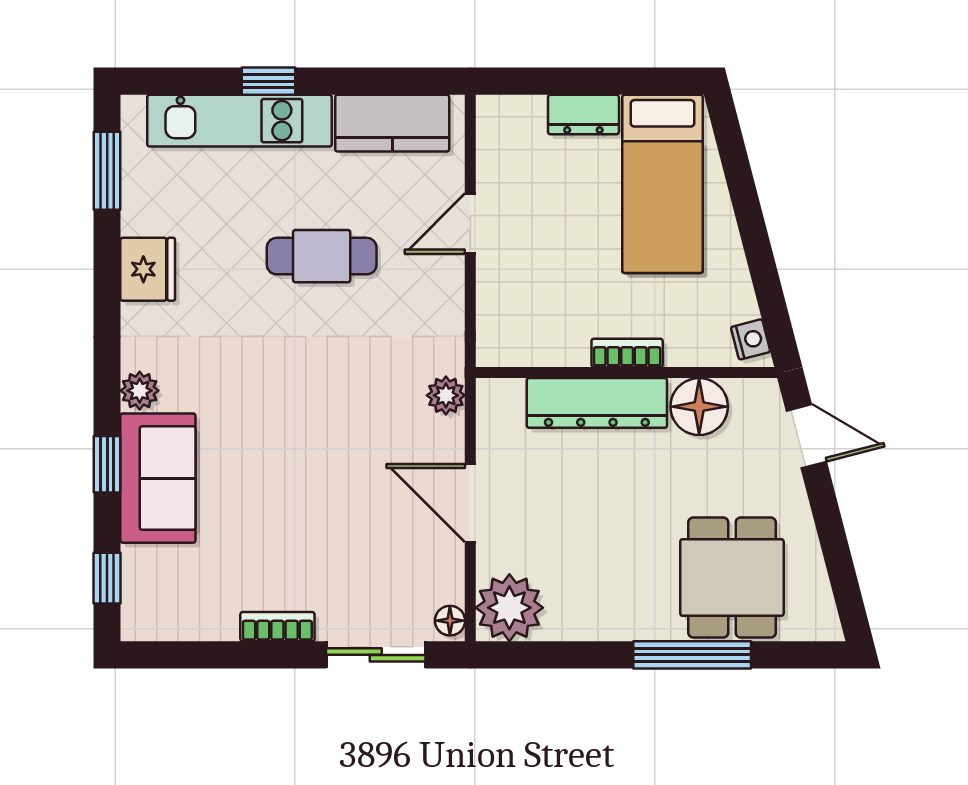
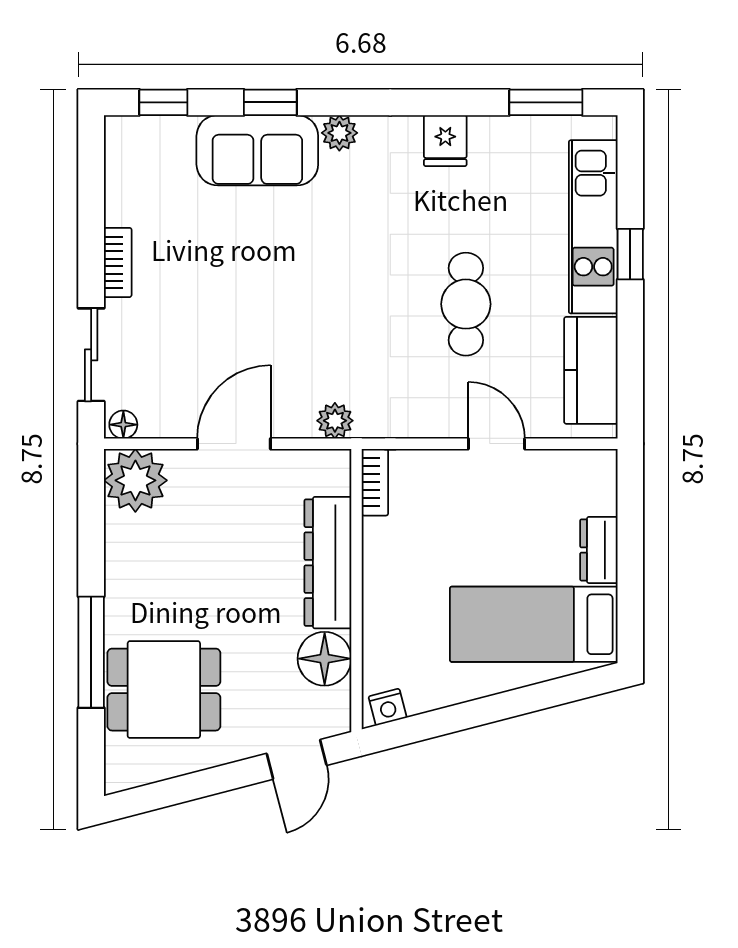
fridge: (148, 269) -> (445, 141), width x0.72
bookcase: (627, 353) -> (375, 482), moved

